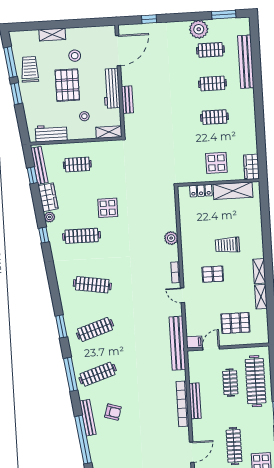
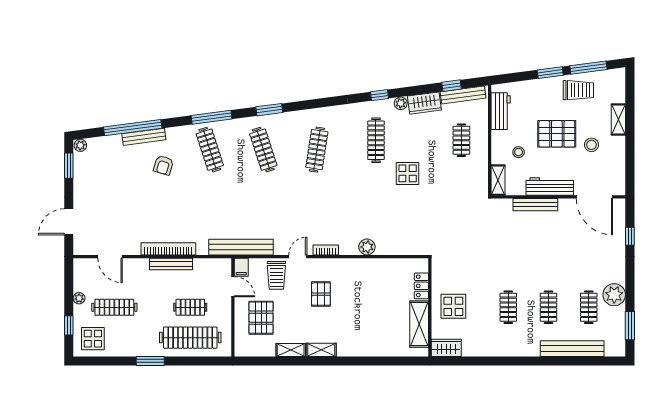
bench: (127, 100) -> (535, 205), width x1.36
trolley: (227, 245) -> (276, 275), moved, turned 180
bench: (88, 418) -> (144, 137), moved

